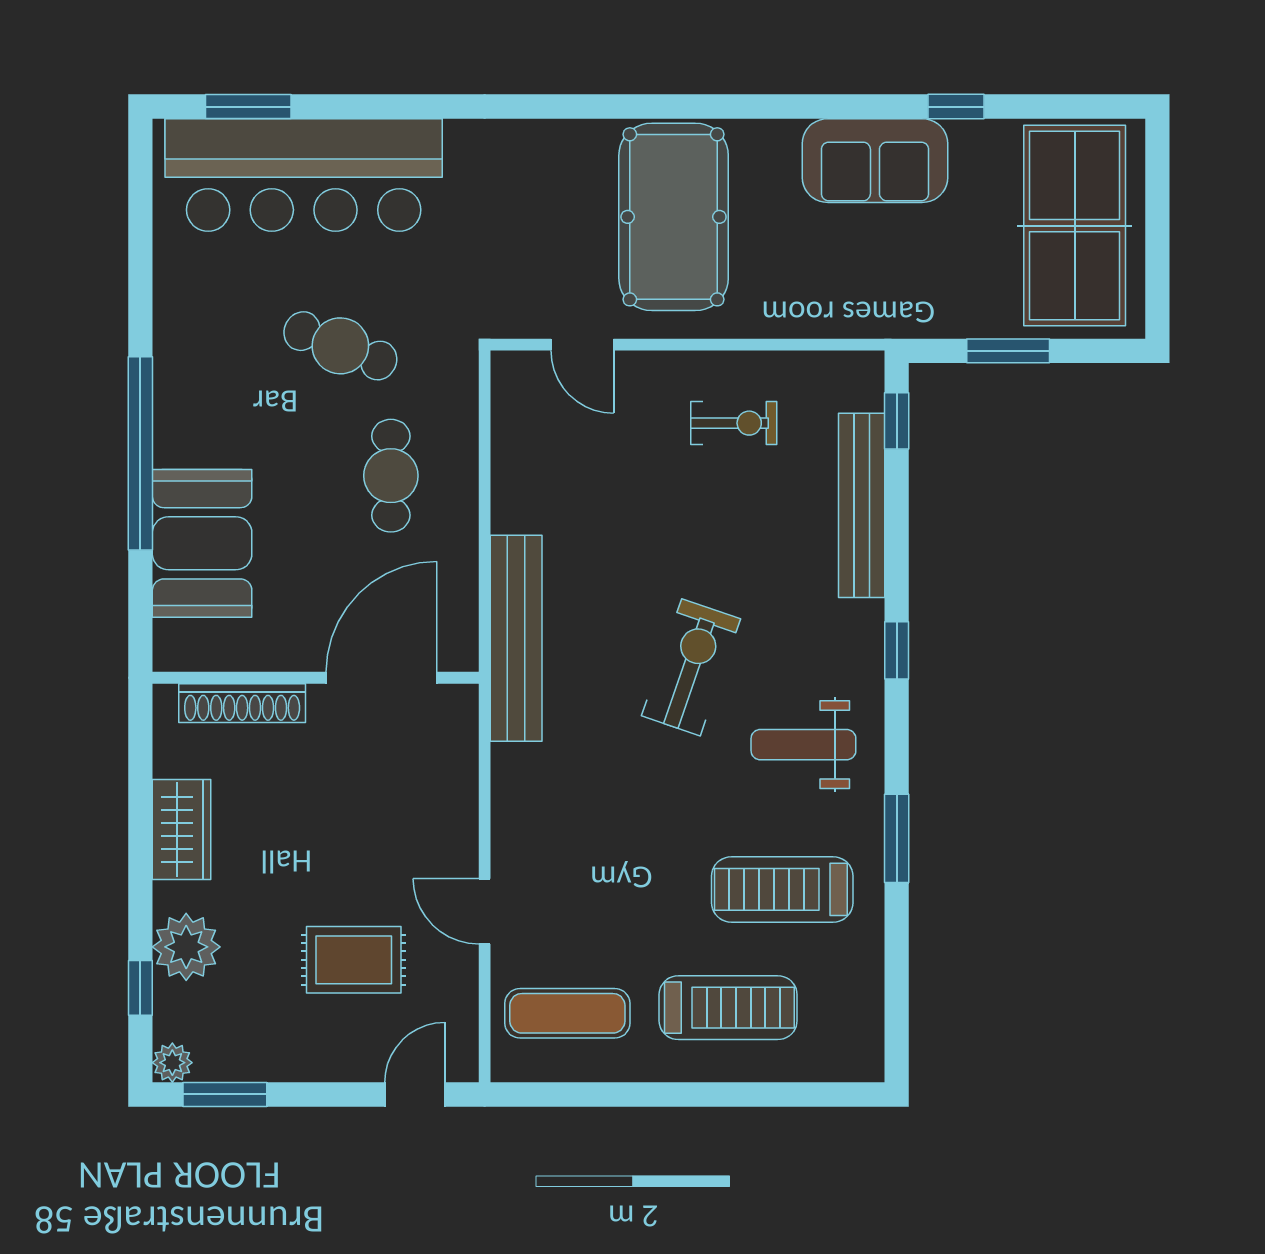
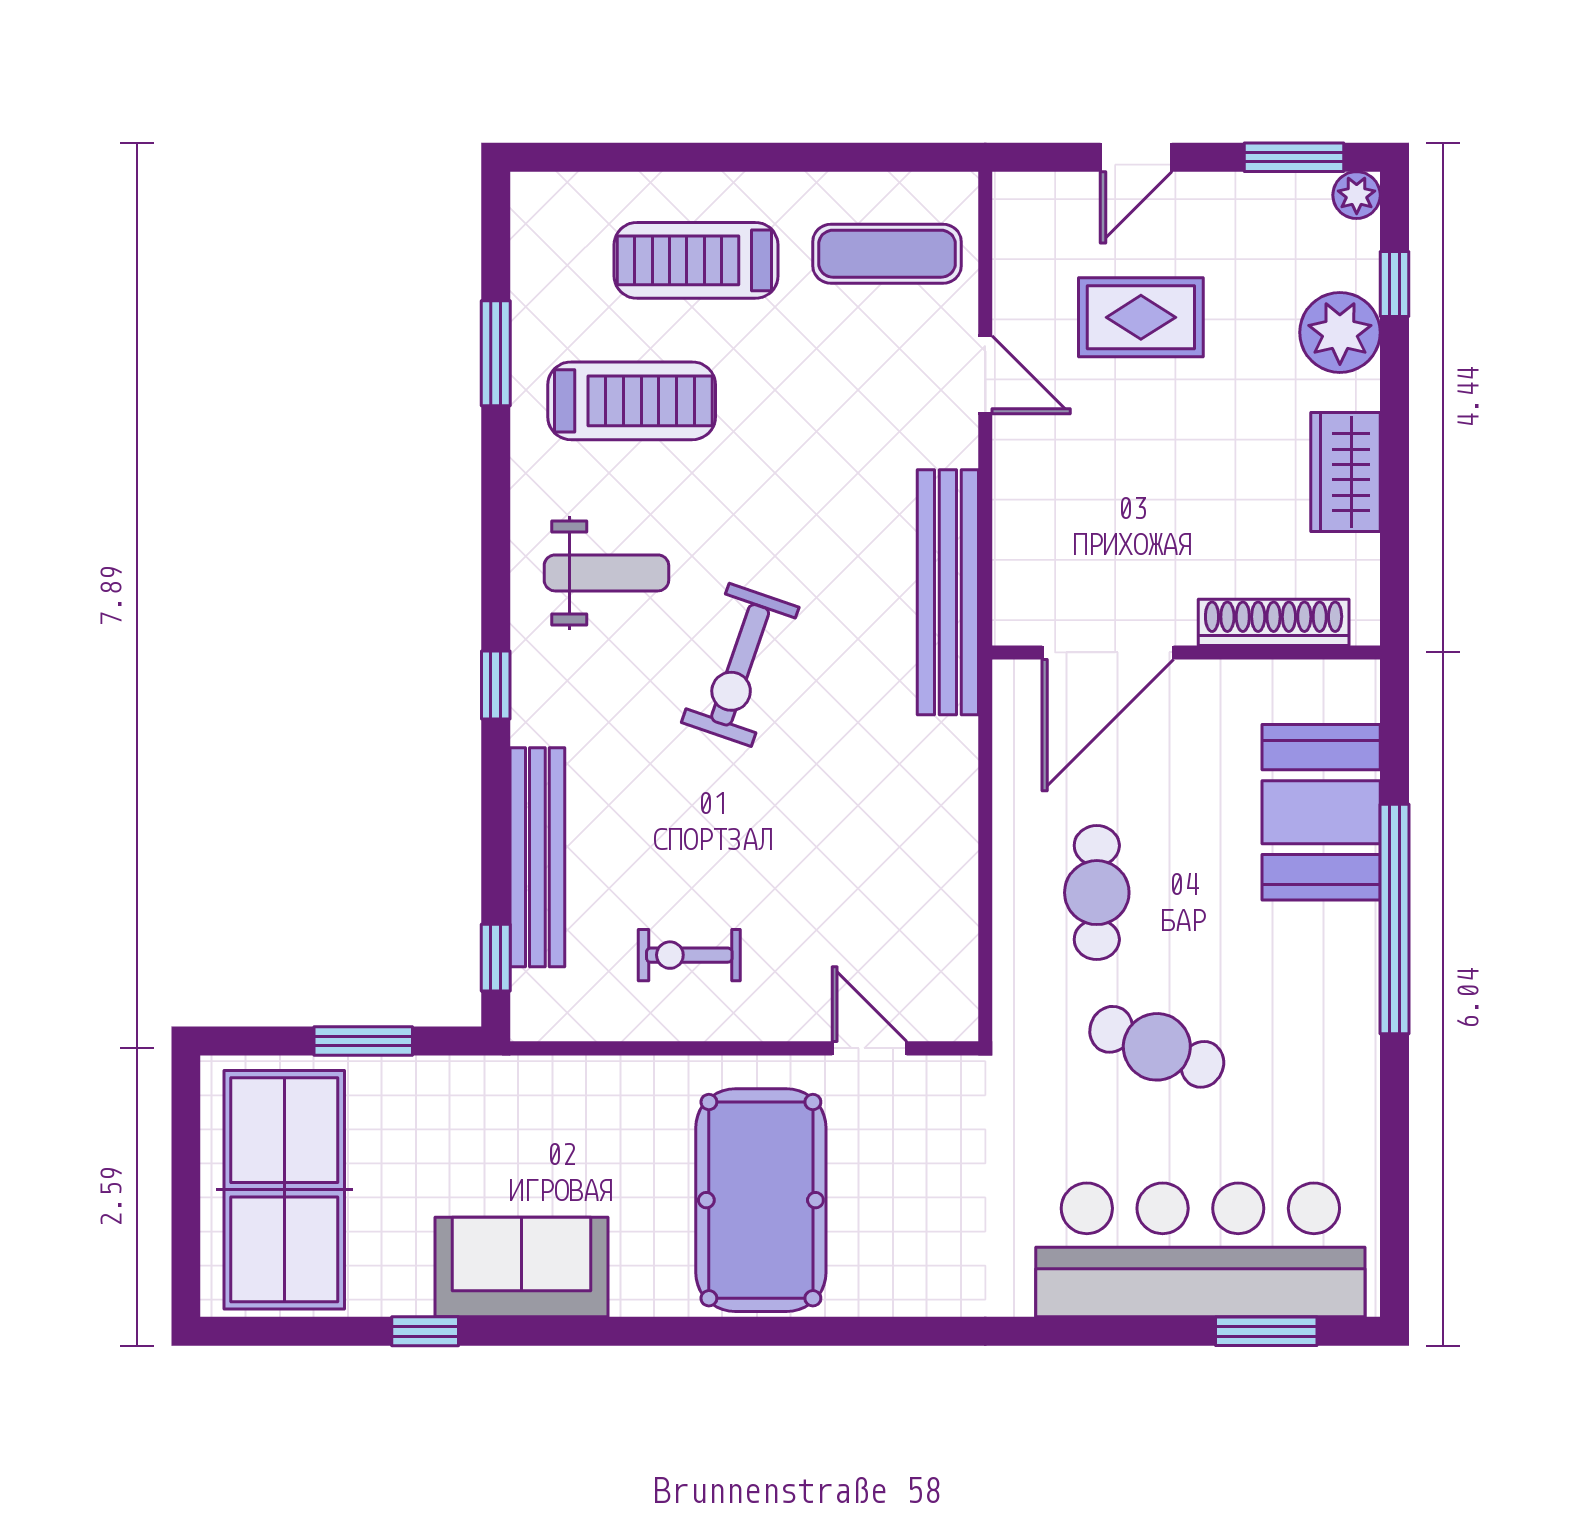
bench: (516, 638) -> (948, 592), moved
window: (897, 838) -> (496, 353), moved
door: (415, 1094) -> (1136, 157), moved

